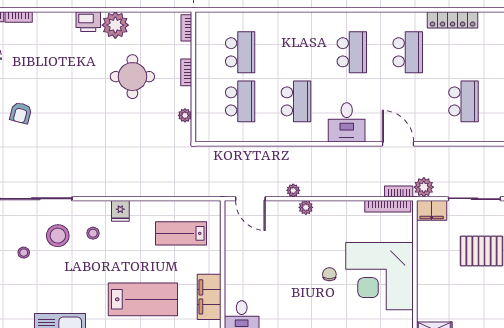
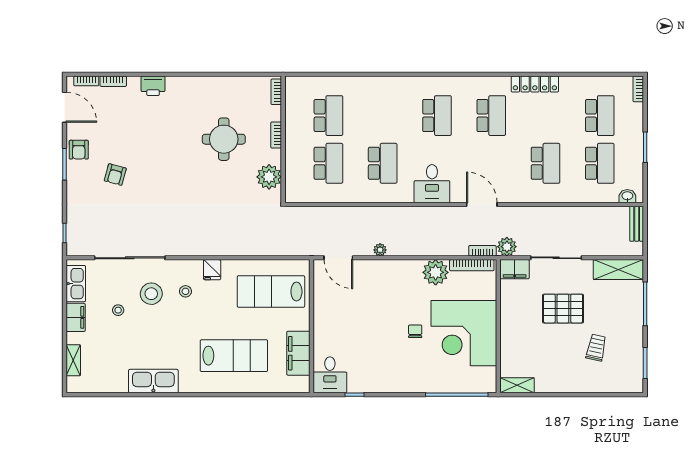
printer: (88, 22) -> (153, 86), moved
plant: (115, 25) -> (207, 89), removed
plant: (185, 115) -> (269, 177), width x1.88, depth x1.88
plant: (306, 207) -> (436, 272), moved, width x1.88, depth x1.88
lab bench: (181, 233) -> (271, 292), width x1.36, depth x1.39

